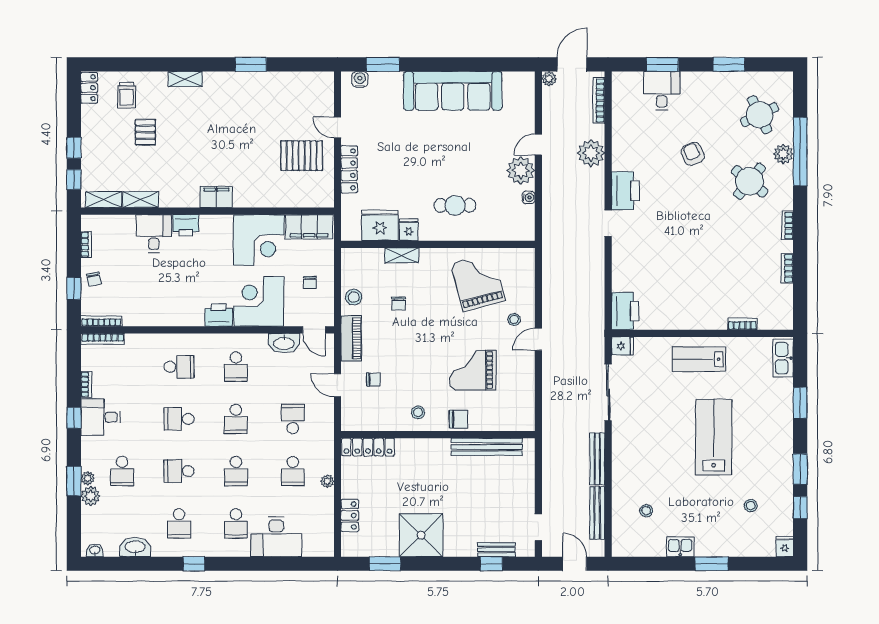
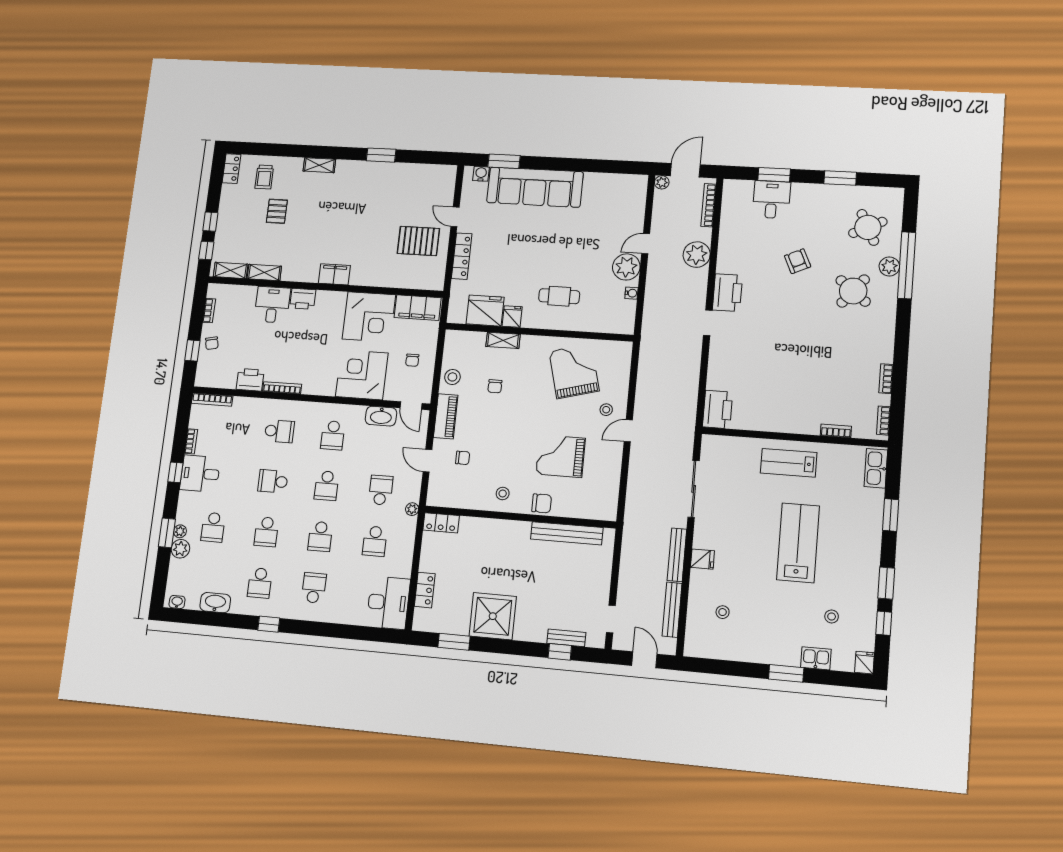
sofa: (453, 91) -> (535, 187), moved
bookcase: (787, 226) -> (883, 421), moved
printer: (219, 315) -> (250, 380), moved
bookcase: (101, 321) -> (282, 388), moved
fridge: (623, 346) -> (702, 559), moved
locker: (368, 447) -> (441, 523), width x0.66
school desk: (179, 471) -> (266, 532), turned -90
plant: (327, 481) -> (412, 509), moved
school desk: (236, 523) -> (314, 588), turned 180
desk: (276, 537) -> (388, 603), moved, turned -90
kitchen sink: (680, 547) -> (816, 658), moved

